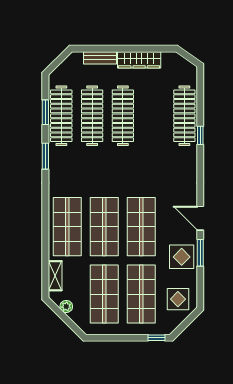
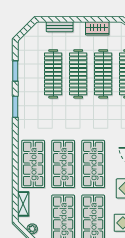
wardrobe: (139, 60) -> (97, 28), width x0.67
clothes rail: (61, 116) -> (103, 74), moved

